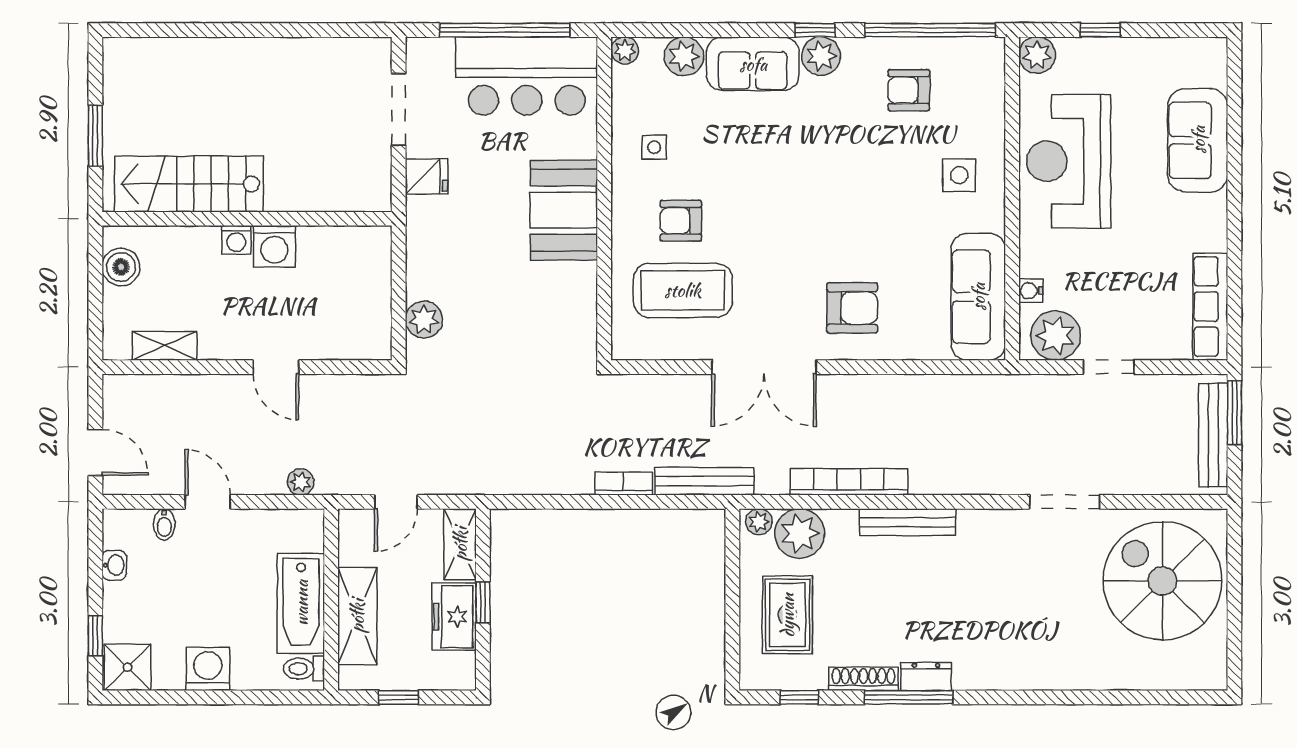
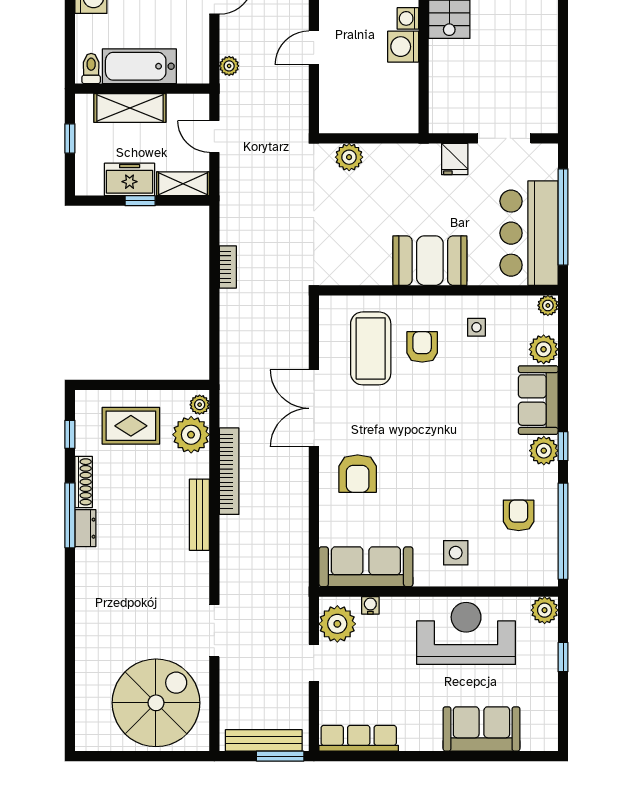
bench: (704, 481) -> (230, 364), removed
bookcase: (623, 484) -> (228, 267), moved

